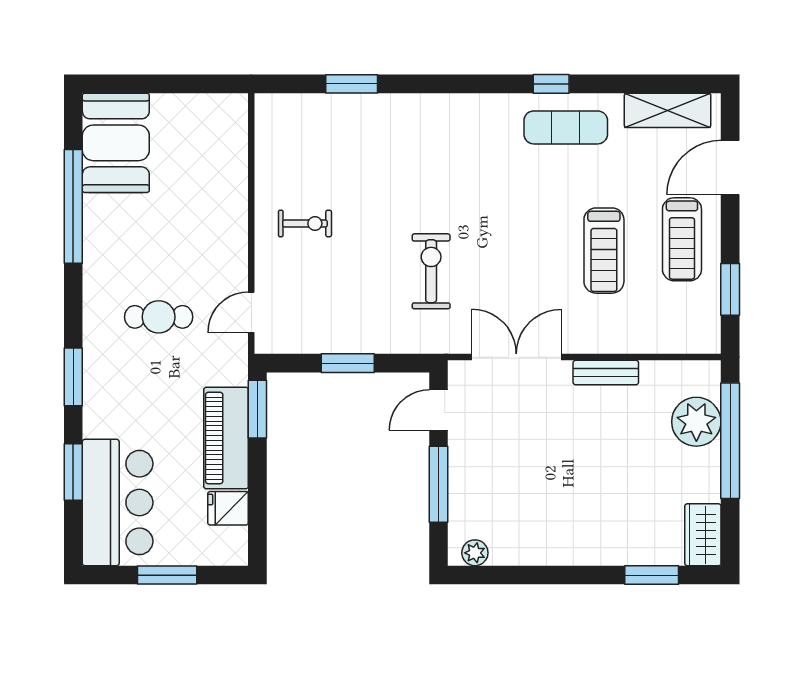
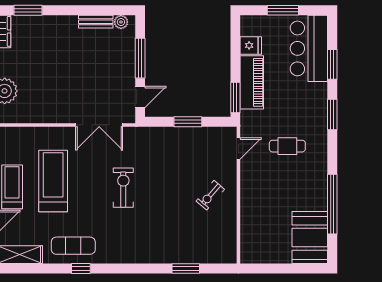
exercise bike: (305, 223) -> (210, 195), turned -49
treadmill: (604, 251) -> (53, 181), width x1.37, depth x1.38
exercise bike: (431, 271) -> (123, 188), moved, turned 180
bench: (606, 373) -> (96, 22), moved

